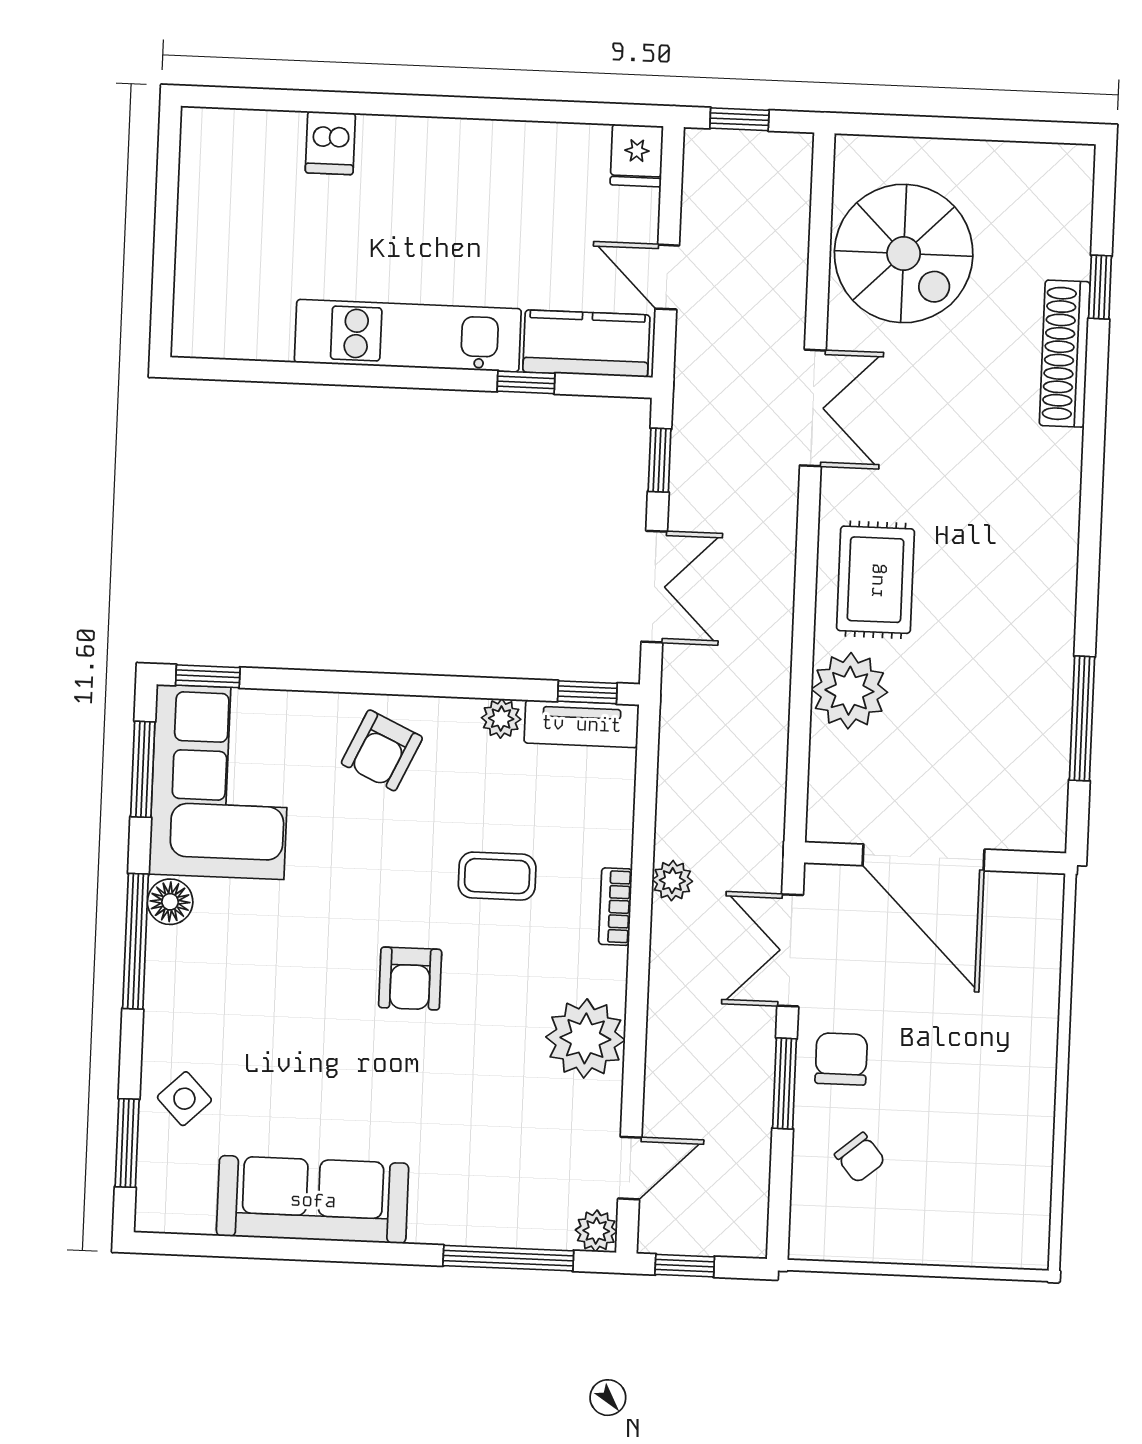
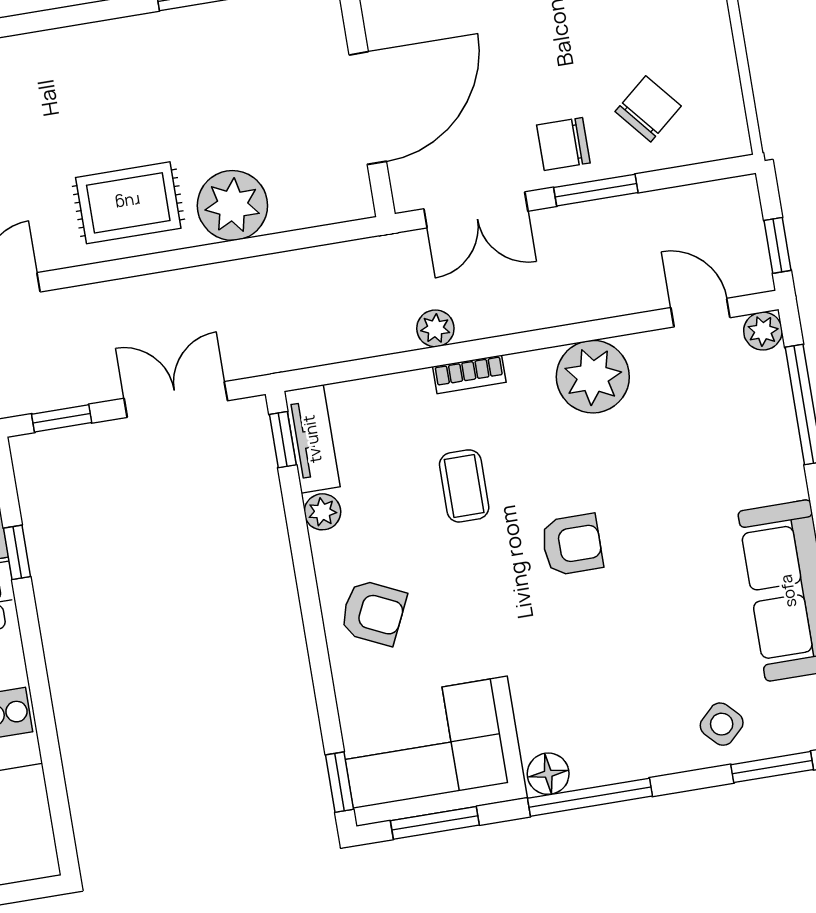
chair: (860, 1158) -> (648, 109), width x1.37, depth x1.37

